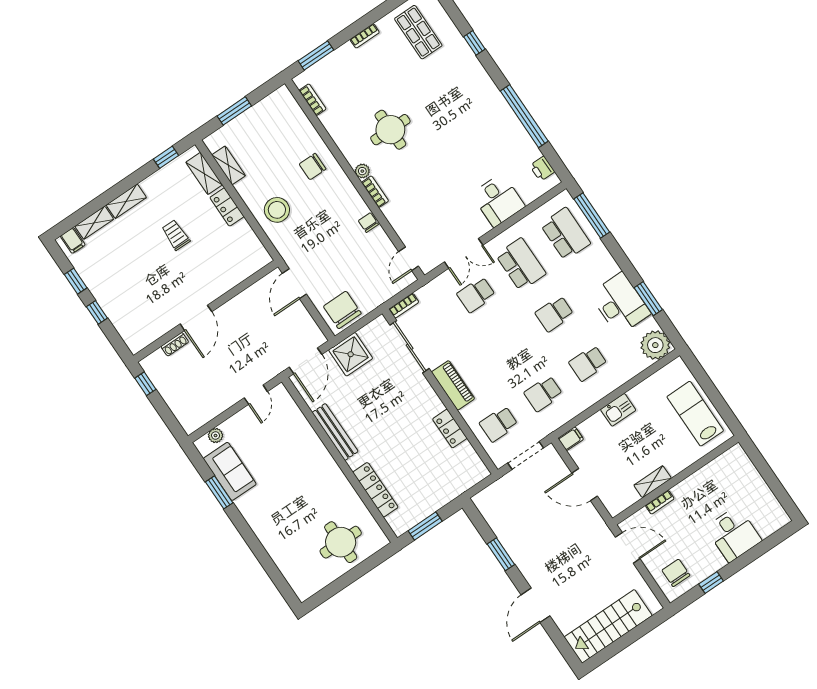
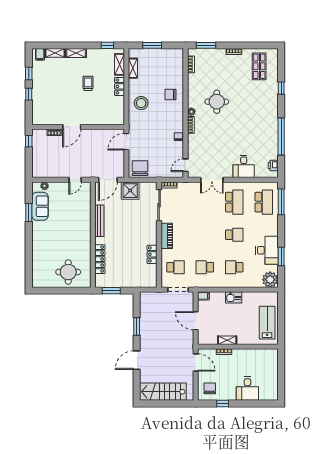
school desk: (476, 295) -> (205, 202), removed
school desk: (554, 314) -> (234, 235), turned 180
school desk: (499, 424) -> (175, 267), turned 180

